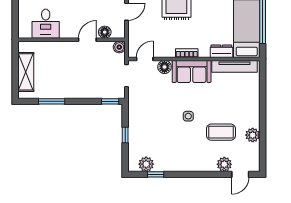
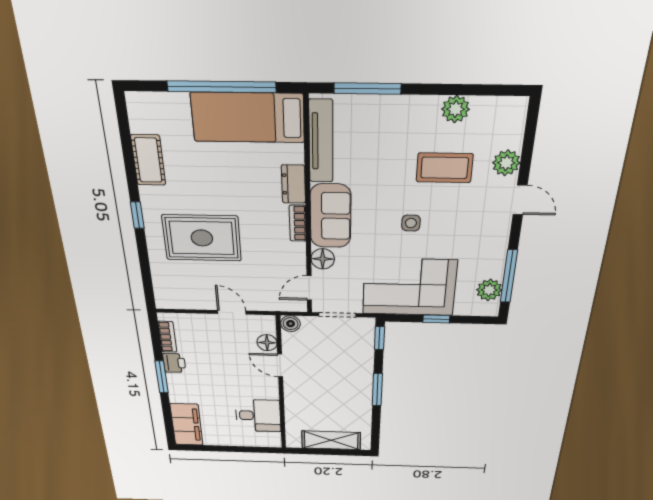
dresser: (221, 51) -> (293, 184), moved
door: (145, 59) -> (309, 288), hinge flipped
window: (263, 90) -> (367, 89), added
window: (52, 101) -> (377, 390), moved
corner sofa: (147, 118) -> (409, 287), added
coffee table: (221, 132) -> (445, 168), turned 90
window: (156, 174) -> (509, 276), width x2.17
door: (240, 174) -> (520, 200), moved

